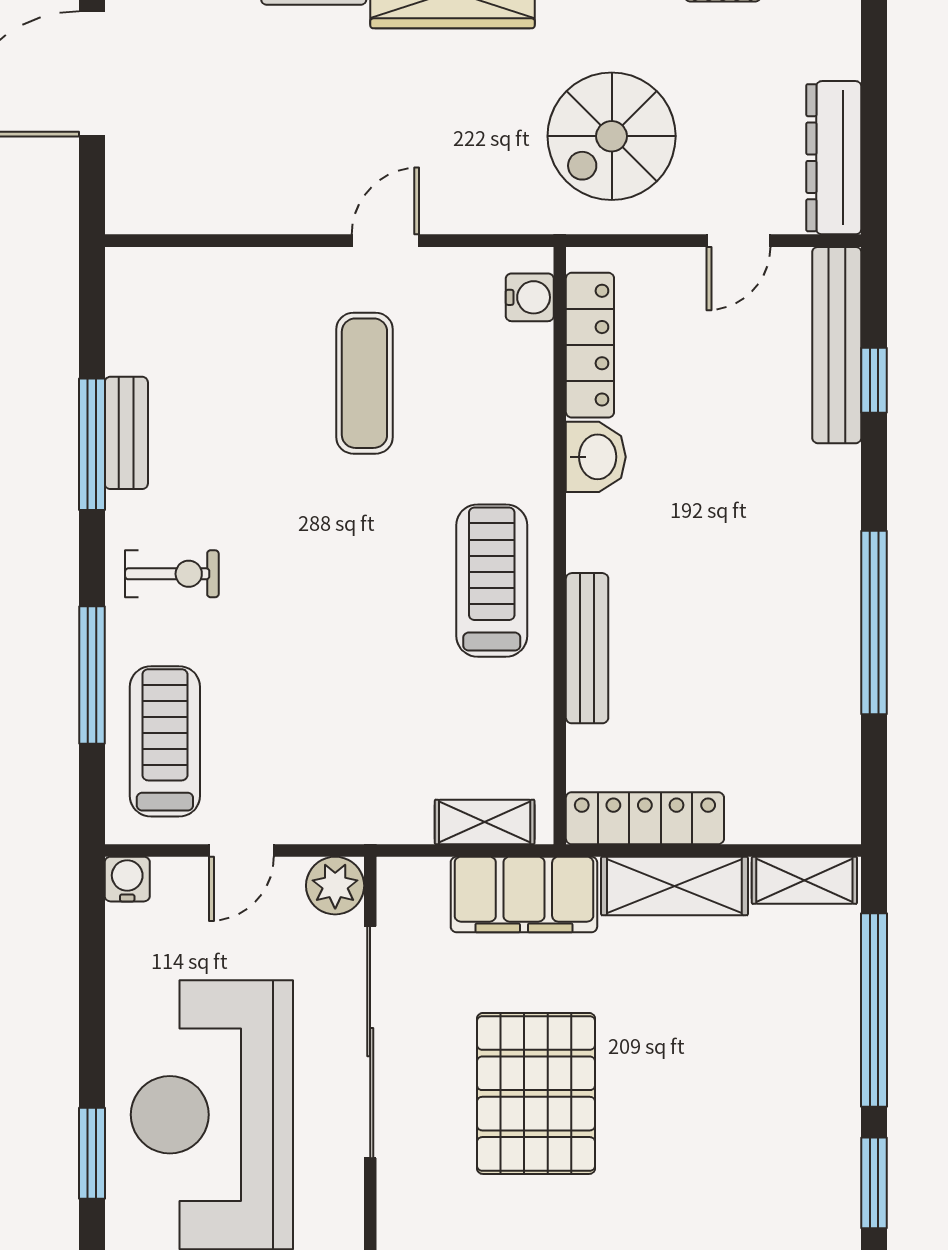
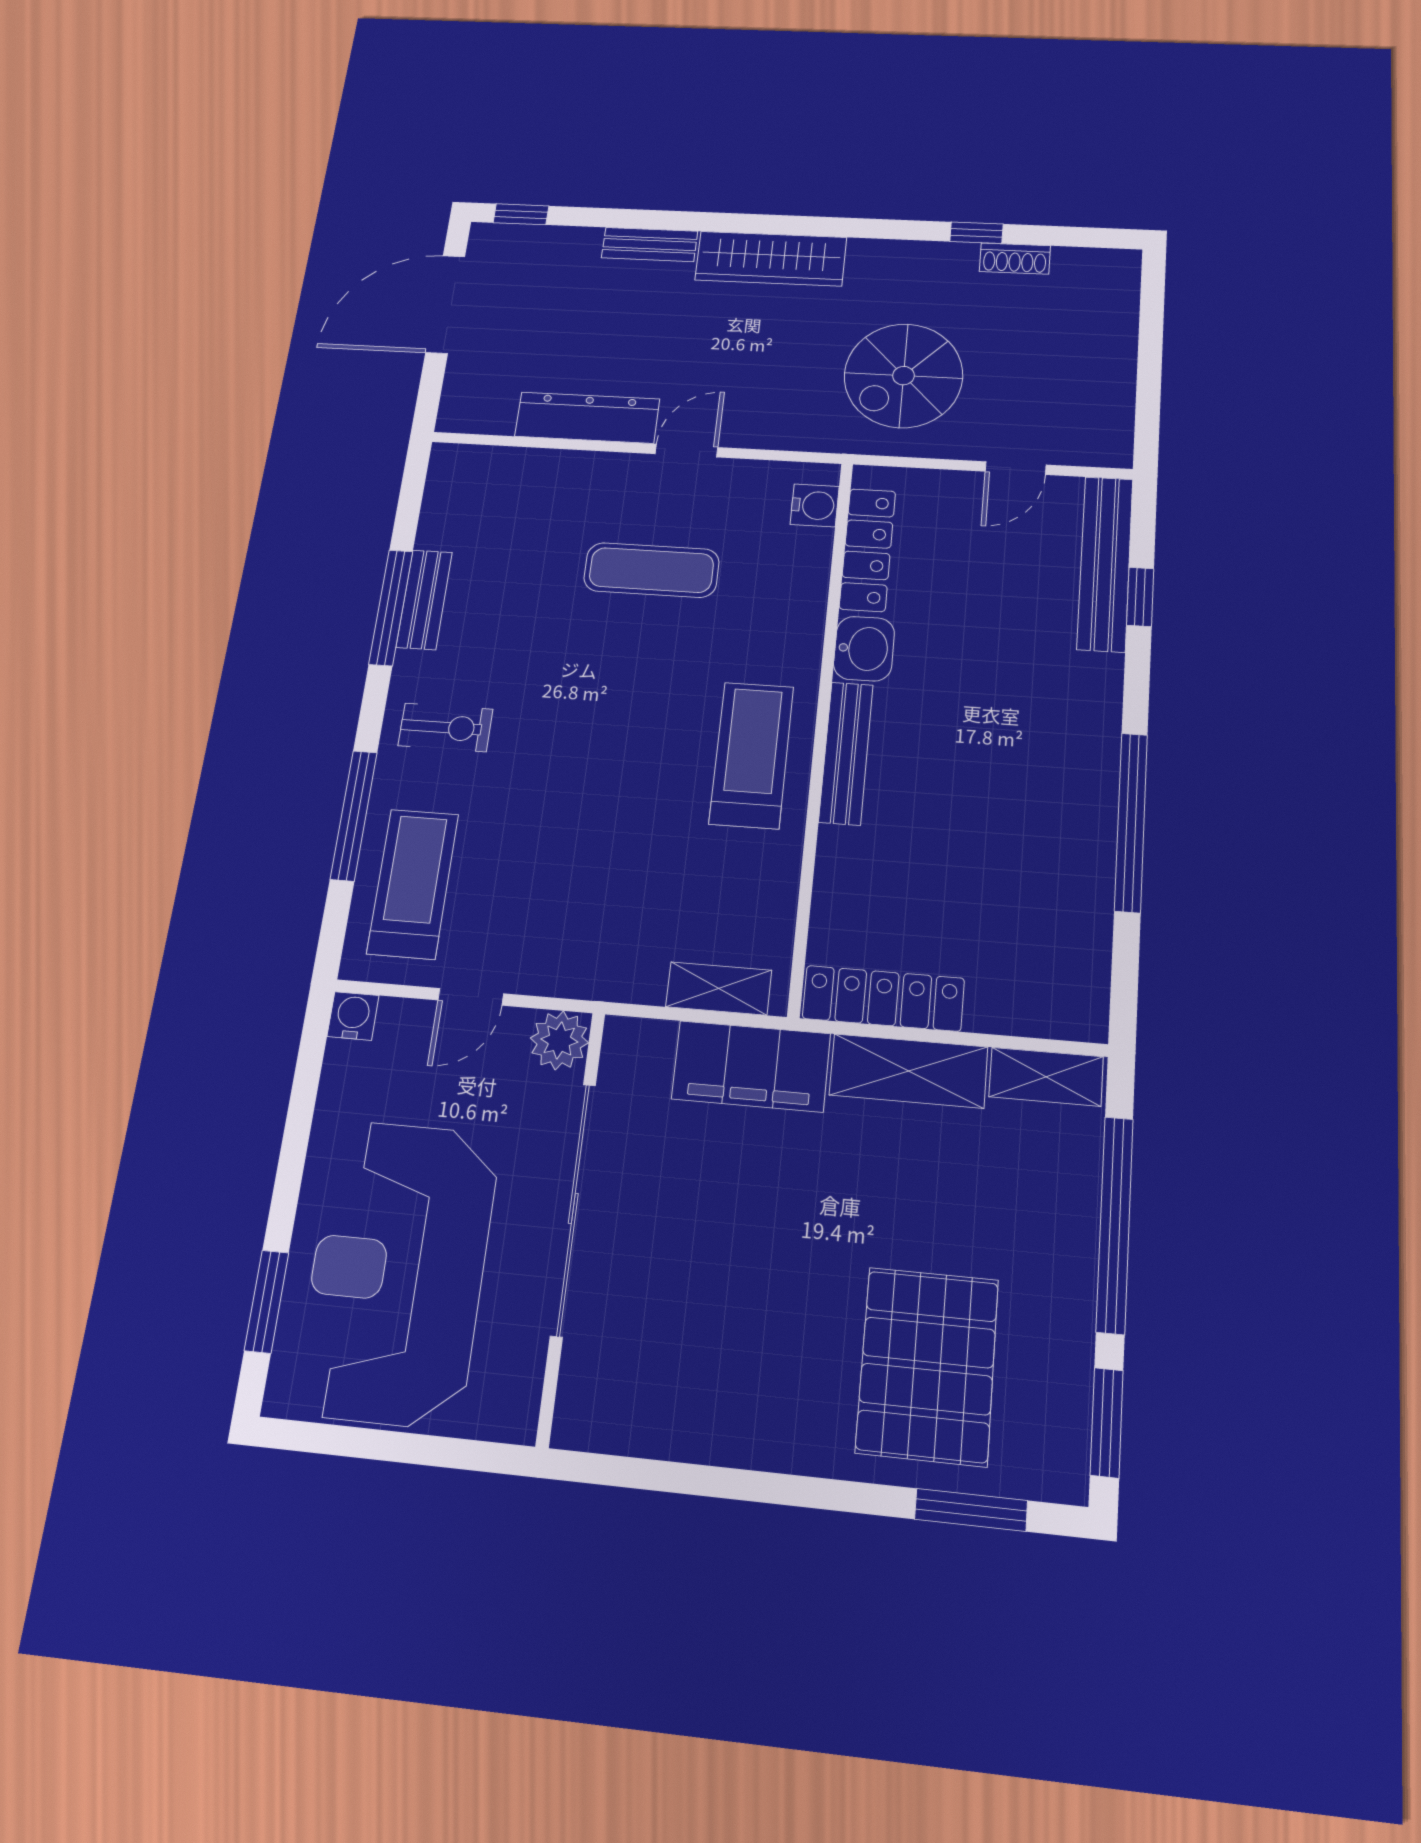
dresser: (834, 158) -> (587, 418), moved, turned 90
exercise mat: (364, 383) -> (651, 570), turned 90
bench: (587, 648) -> (846, 753), moved
pallet: (536, 1093) -> (927, 1366), moved

